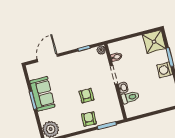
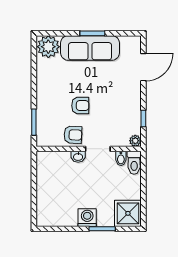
door: (47, 58) -> (143, 67), hinge flipped
sofa: (42, 94) -> (90, 48), width x1.36
toilet: (130, 97) -> (134, 163), moved
armchair: (89, 119) -> (73, 135), moved

